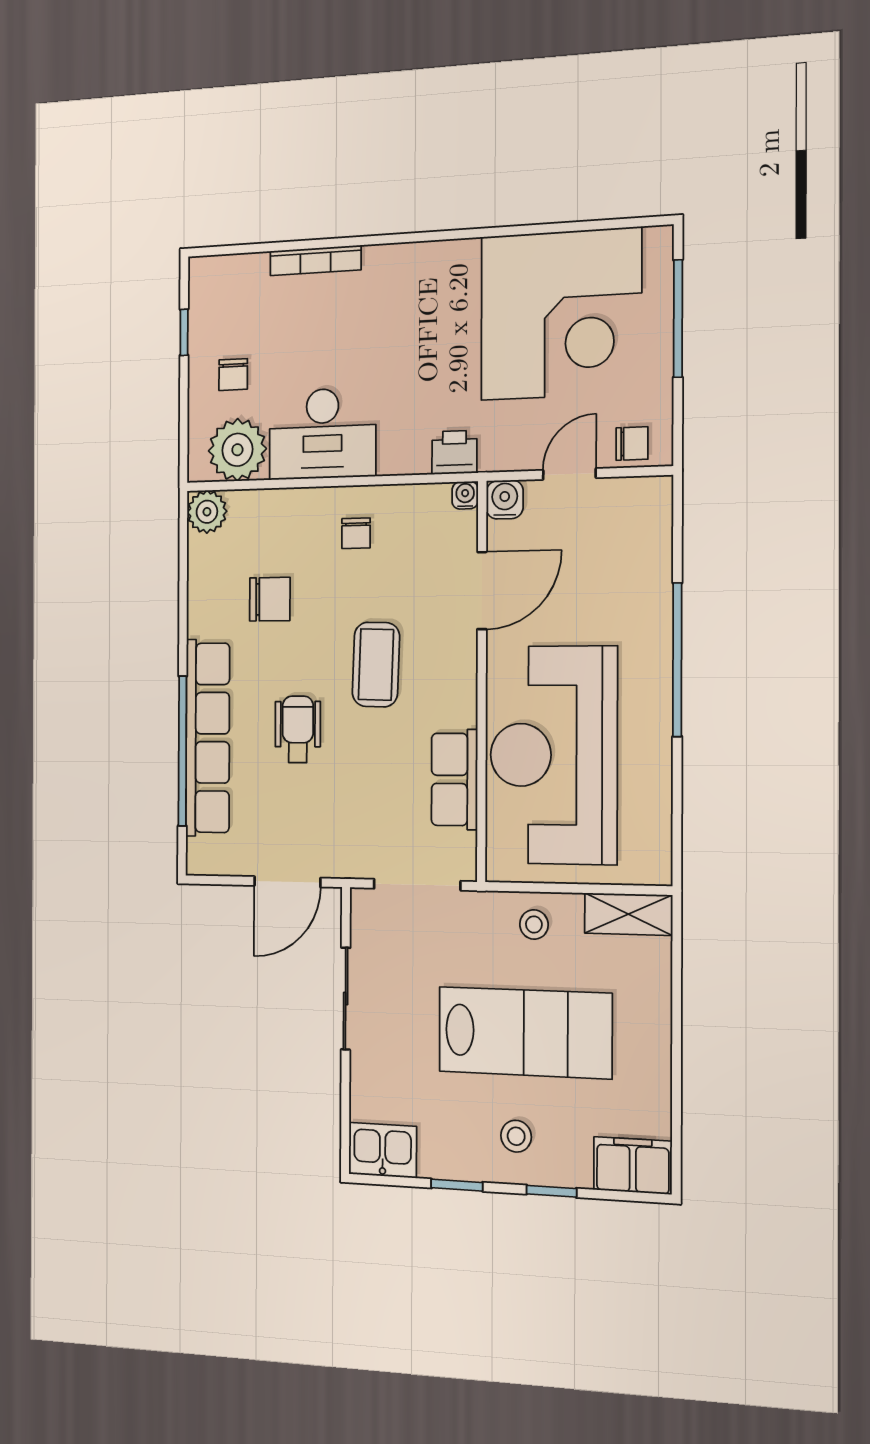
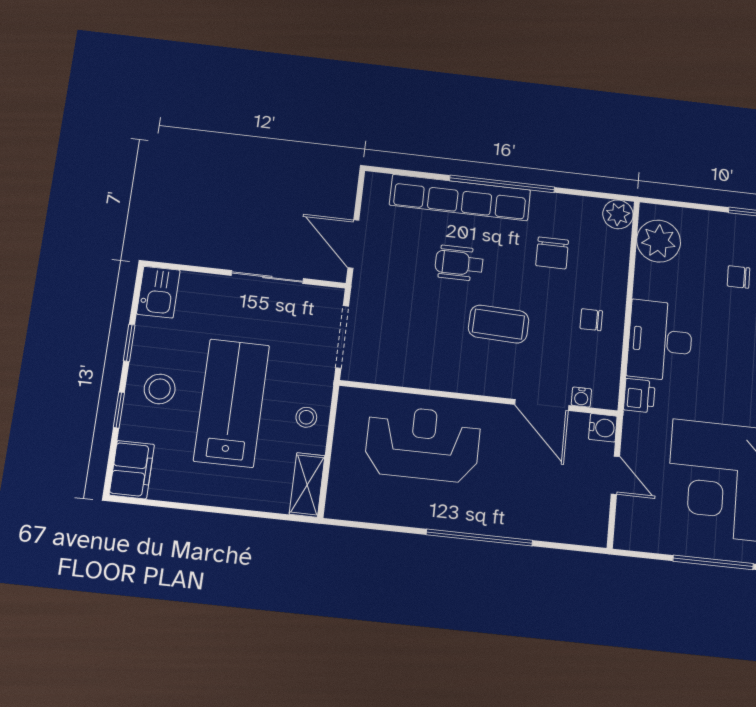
chair: (233, 375) -> (738, 277), moved
desk: (322, 434) -> (660, 340), moved
chair: (632, 444) -> (631, 521), removed
water cooler: (465, 495) -> (581, 397), moved, turned 90
wheelchair: (298, 729) -> (459, 263), turned 180
window: (182, 751) -> (502, 184), moved
reception desk: (554, 755) -> (423, 444), width x0.74, depth x0.77
row of seats: (454, 779) -> (413, 371), removed
lab bench: (525, 1033) -> (232, 403), turned 180
stool: (516, 1136) -> (160, 389), width x1.37, depth x1.37

